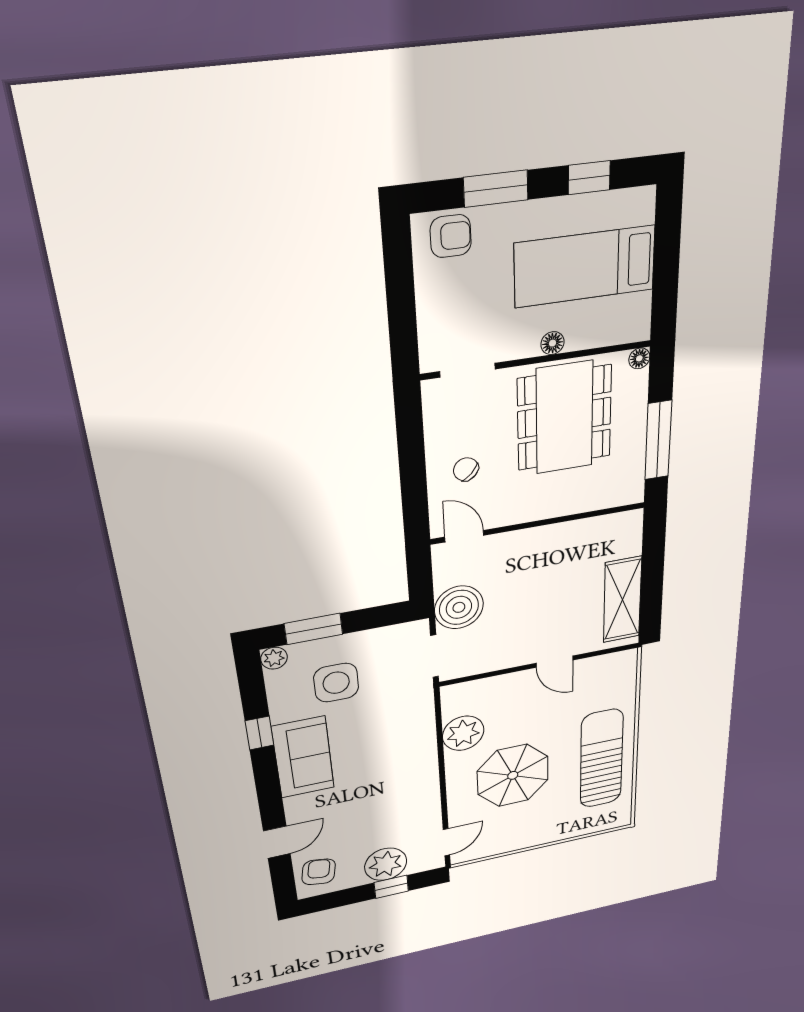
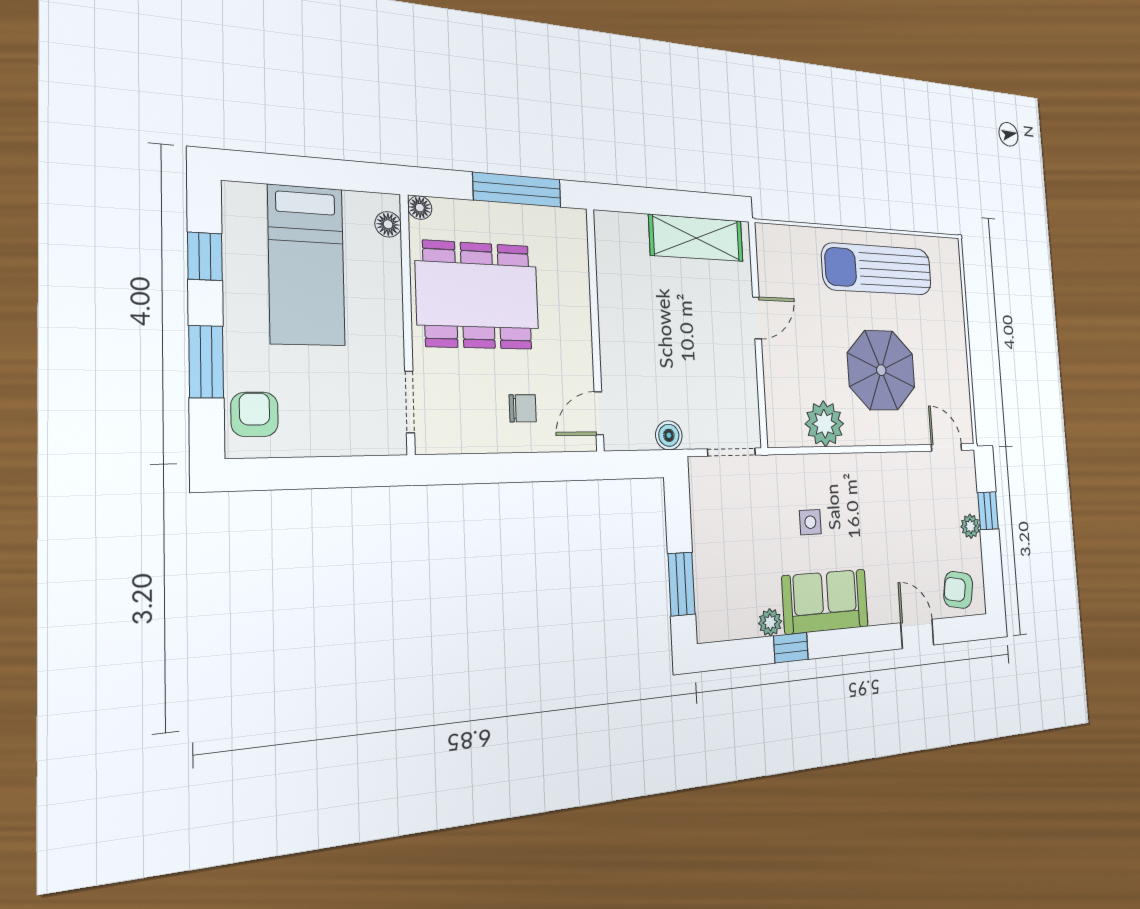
floor lamp: (553, 343) -> (388, 224), moved
chair: (466, 469) -> (523, 408), turned -134
boiler: (459, 607) -> (669, 435), width x0.54, depth x0.54
plant: (274, 658) -> (770, 622), moved
side table: (336, 683) -> (810, 522), moved, width x0.54, depth x0.54
plant: (386, 864) -> (970, 526), width x0.53, depth x0.53

